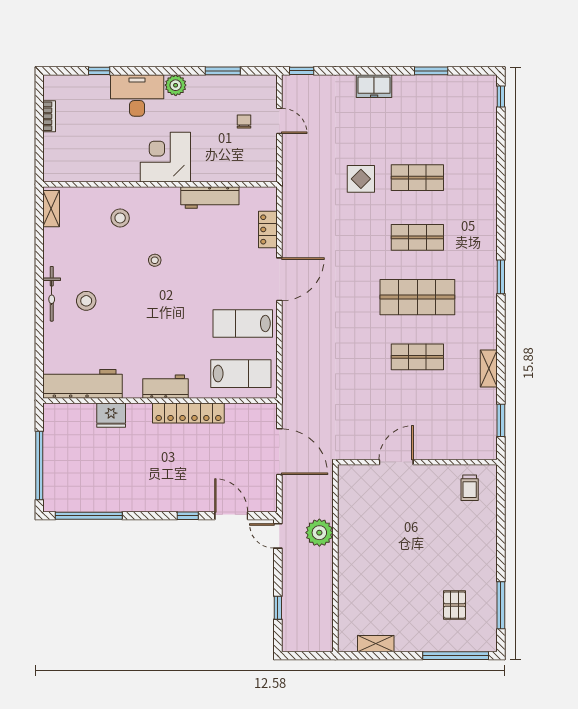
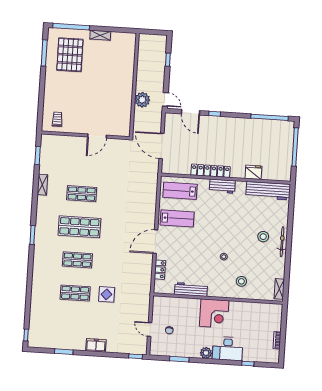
pallet: (455, 605) -> (70, 55), width x2.05, depth x2.00
shelving: (376, 644) -> (100, 35), moved

